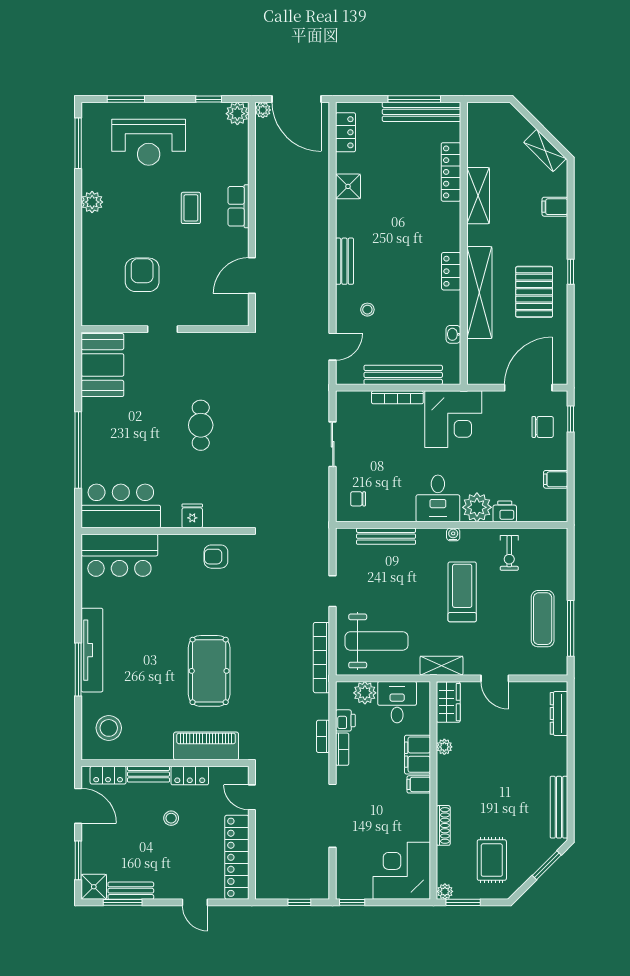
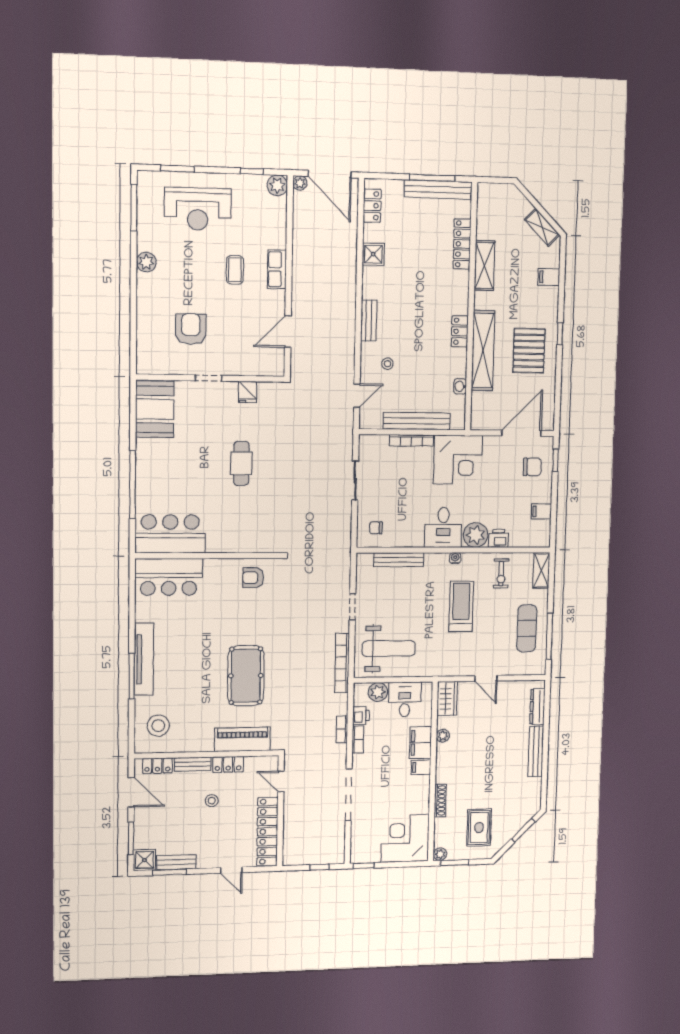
fridge: (192, 516) -> (248, 392), moved, turned 180
shelving: (441, 666) -> (541, 570), moved, turned 90
bench: (559, 807) -> (536, 751), moved

